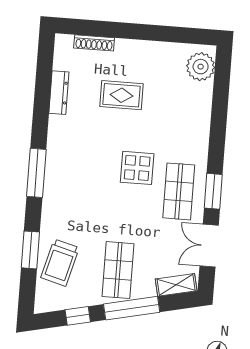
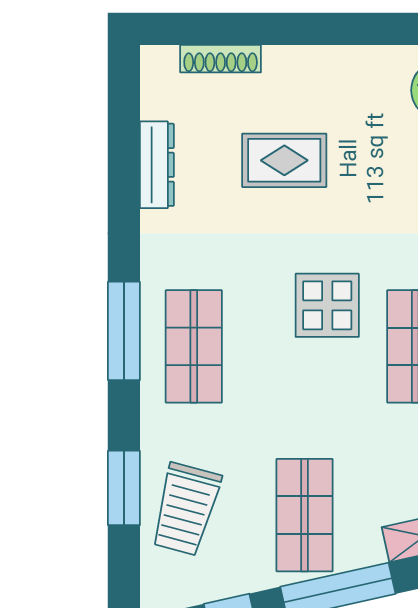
shop shelf: (70, 183) -> (194, 346), added

